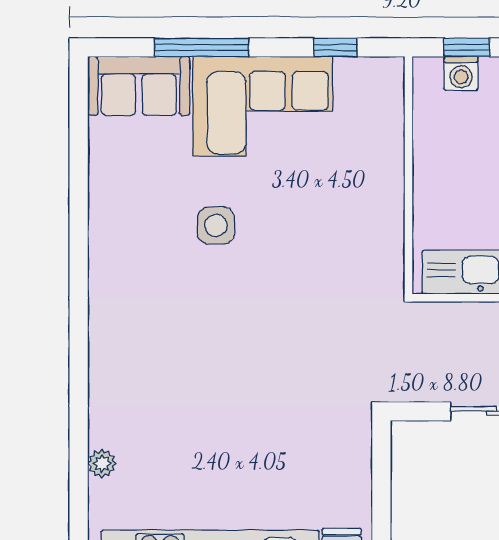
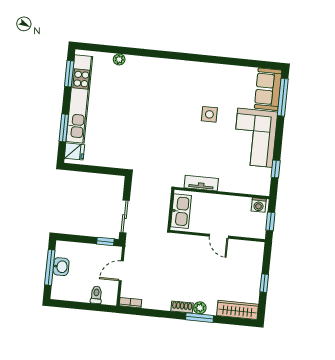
window: (202, 47) -> (283, 97), moved
washing machine: (461, 73) -> (259, 205), moved, turned -90
tv unit: (389, 229) -> (201, 183), added

